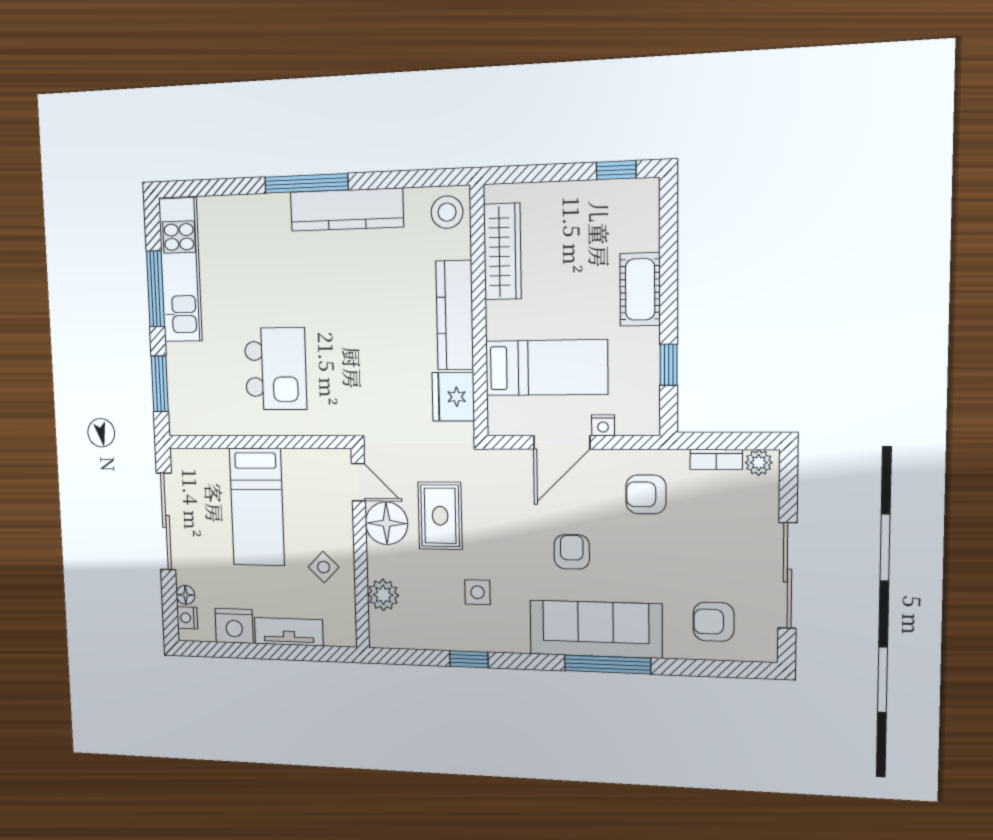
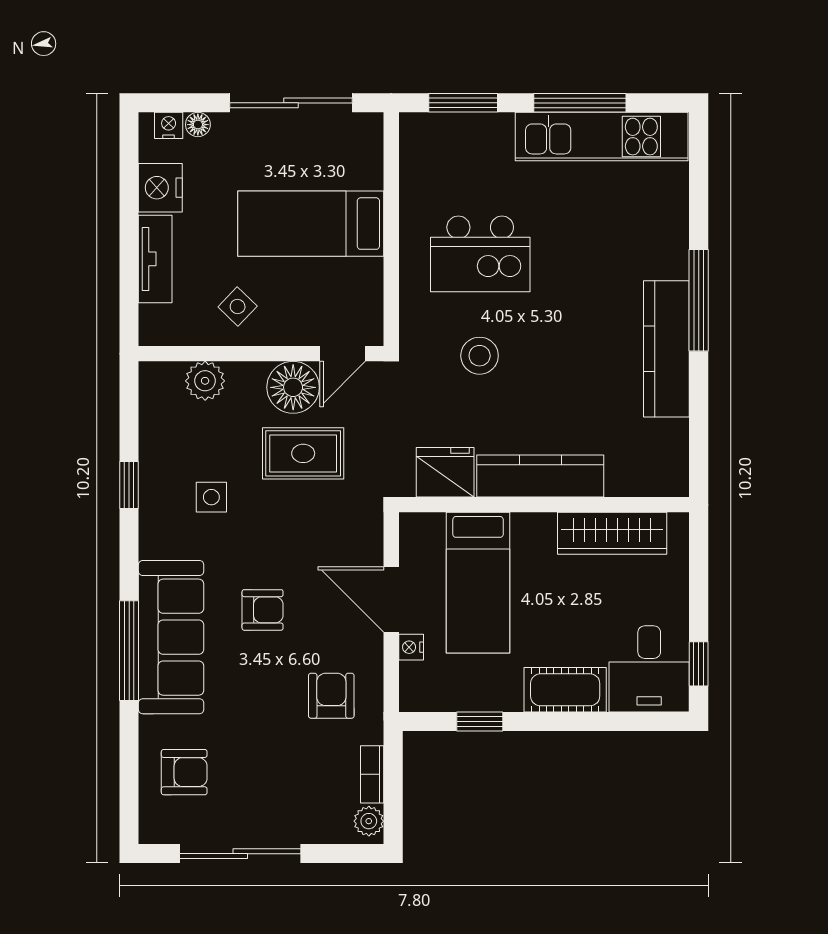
stool: (447, 212) -> (480, 356), moved
desk: (621, 215) -> (649, 669), added
armchair: (714, 622) -> (184, 772), turned 90

